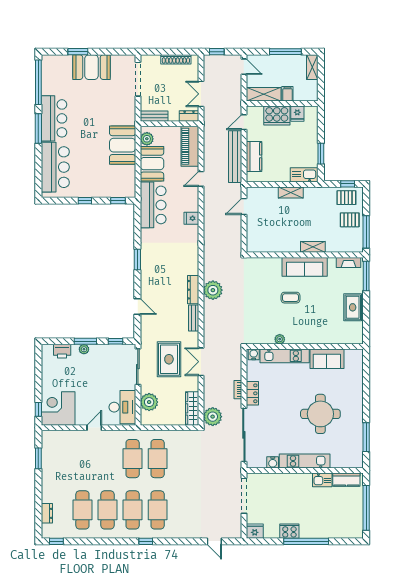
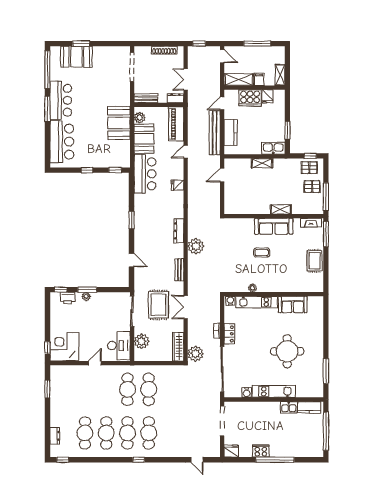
booth: (92, 67) -> (76, 57), moved
shelving: (312, 67) -> (280, 75), moved
dresser: (193, 290) -> (179, 231), moved
window: (115, 341) -> (61, 290), moved

